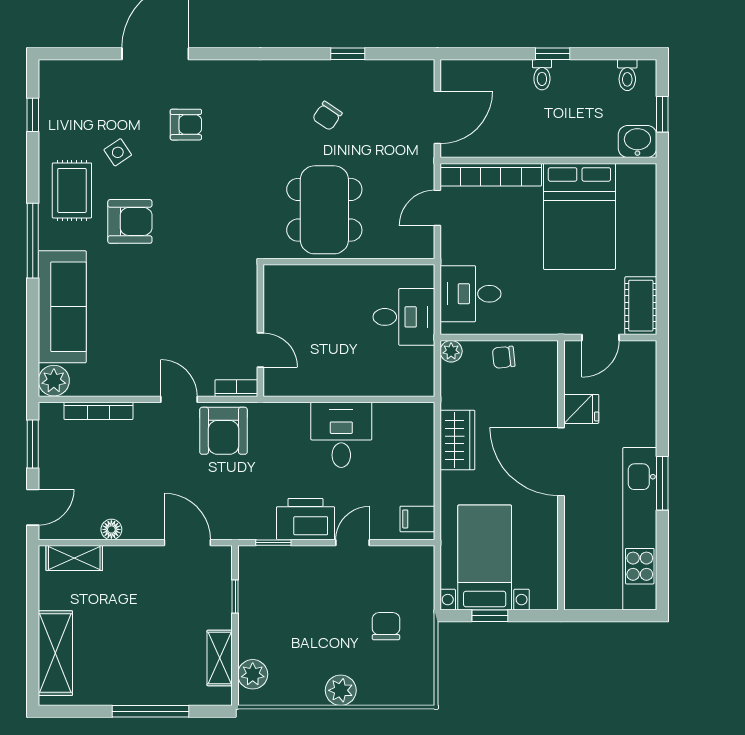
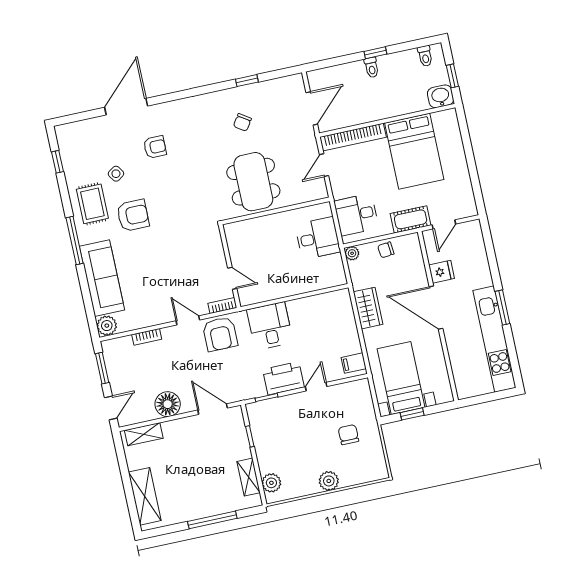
cot: (641, 306) -> (411, 219), moved, turned 90
bookcase: (98, 411) -> (147, 337), width x0.64
desk: (341, 435) -> (270, 326), moved
floor lamp: (111, 529) -> (168, 404), width x1.89, depth x1.89

